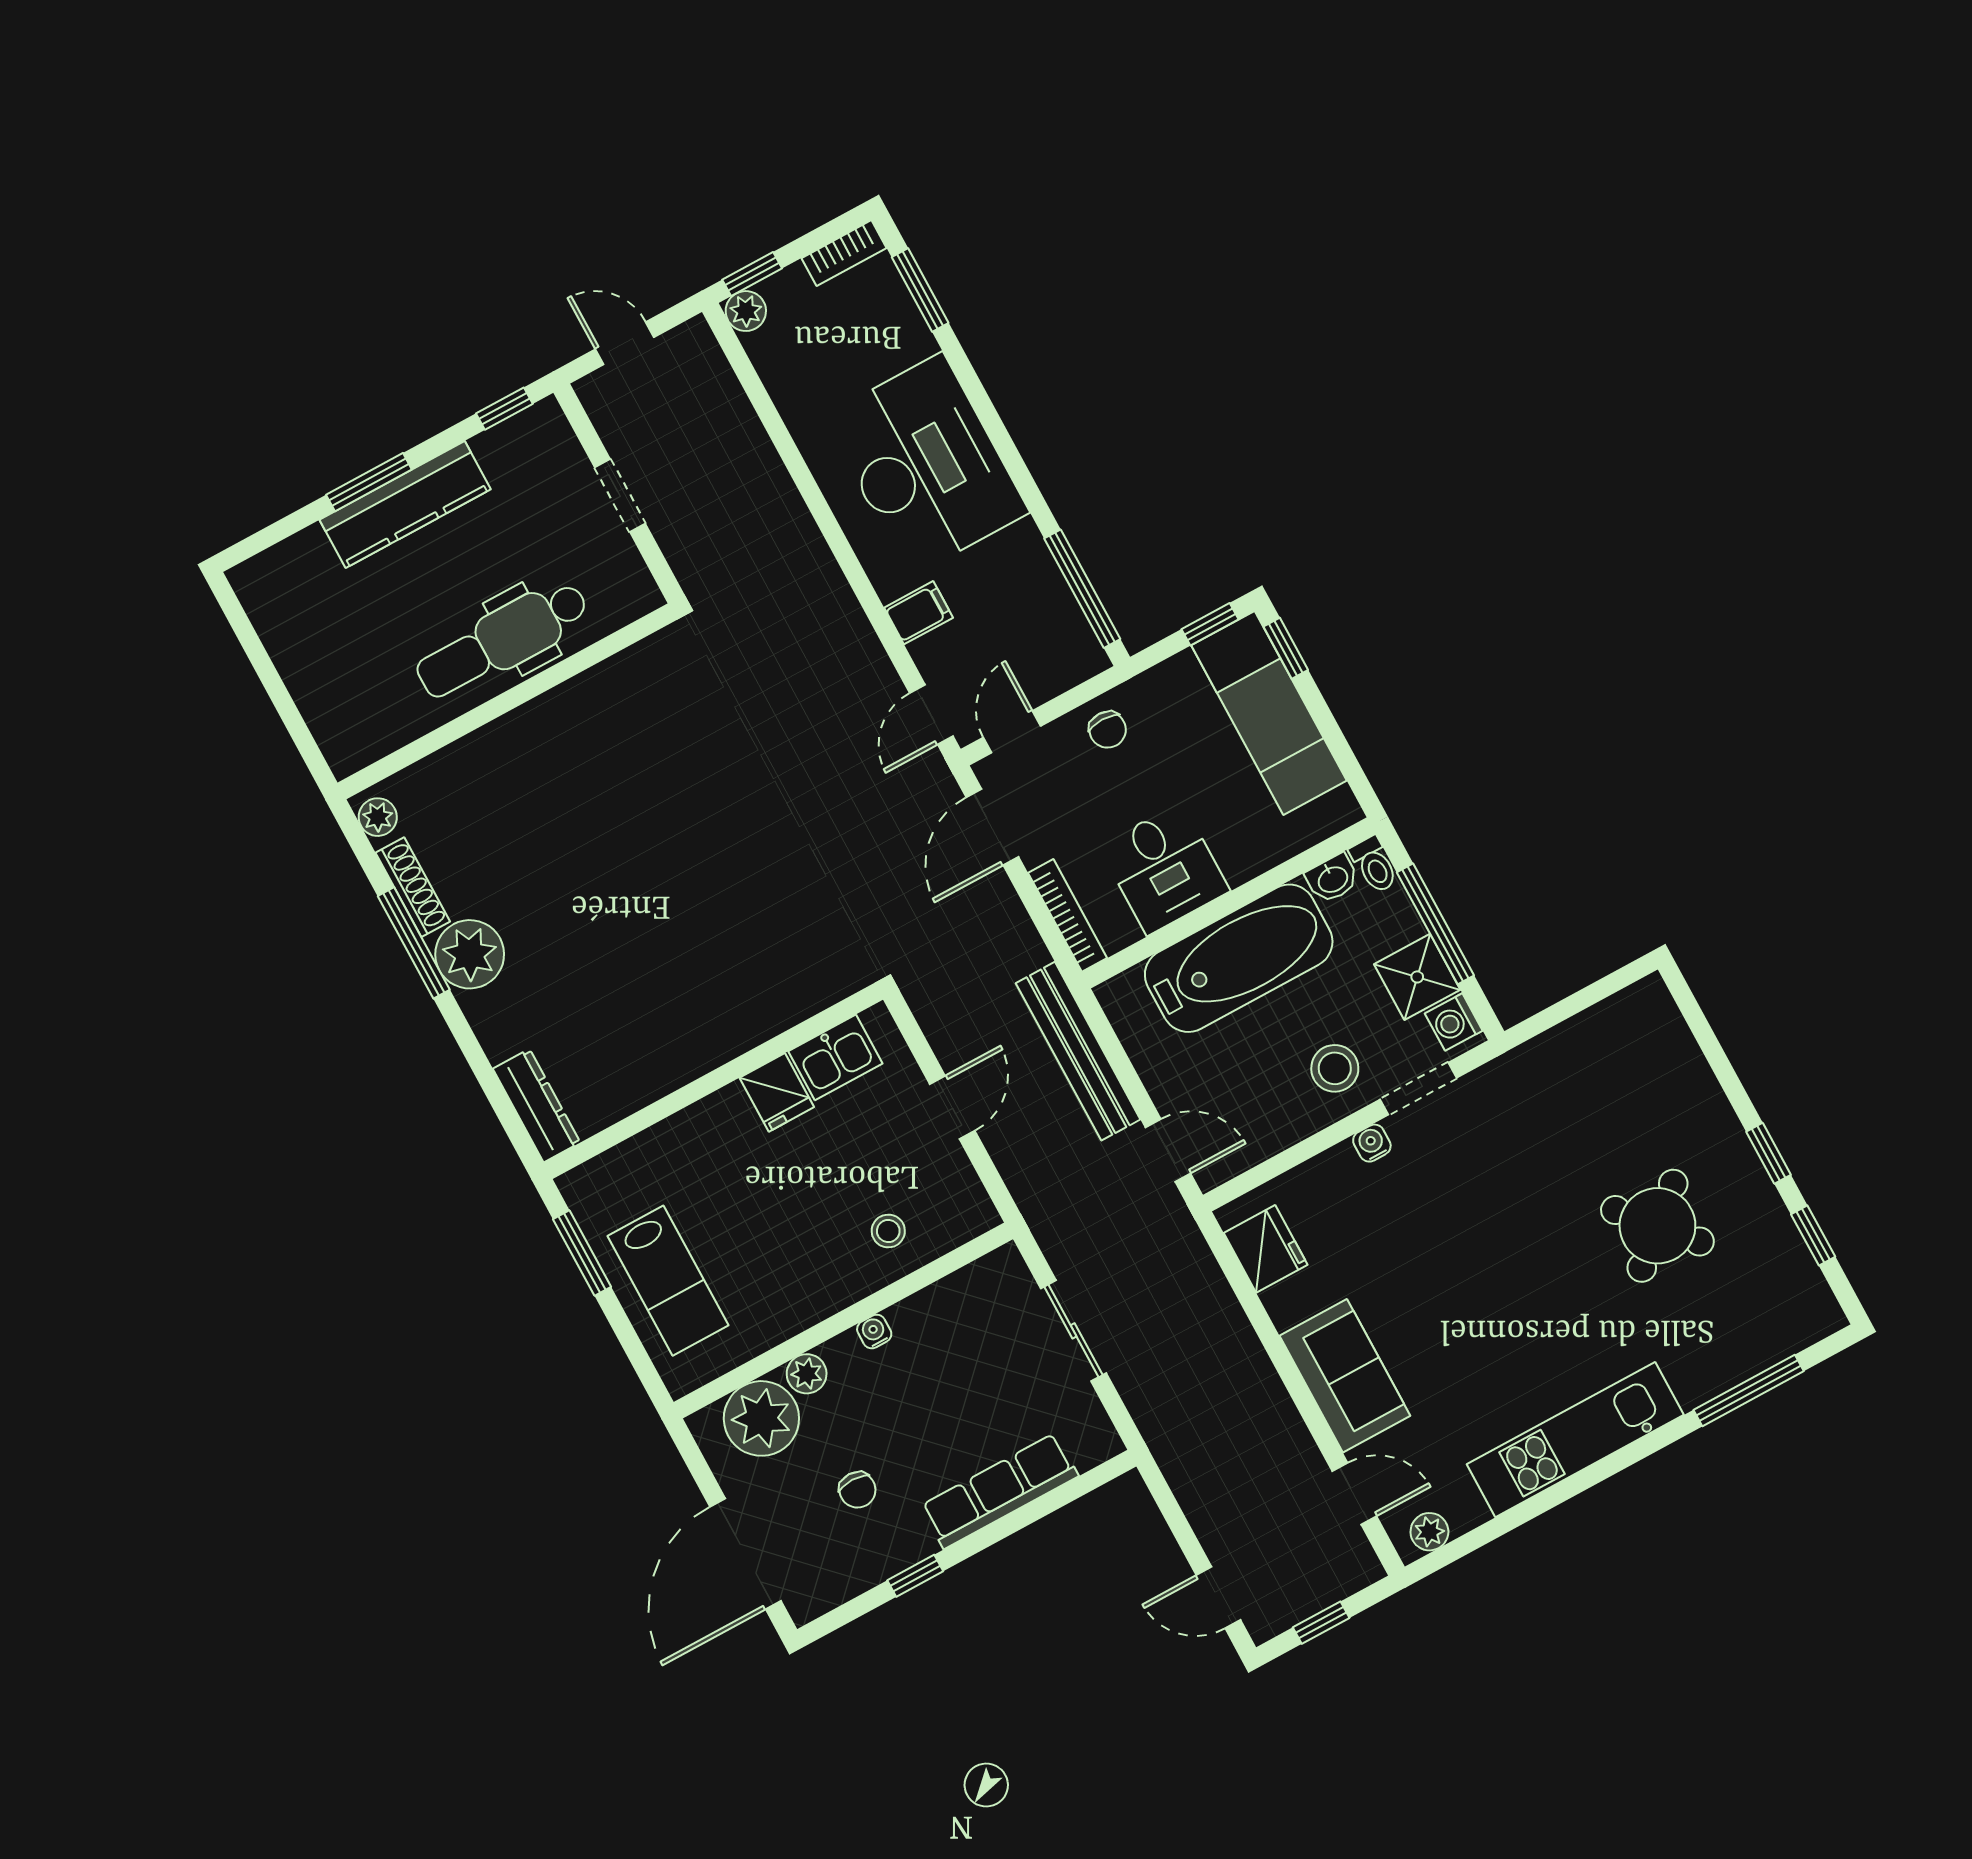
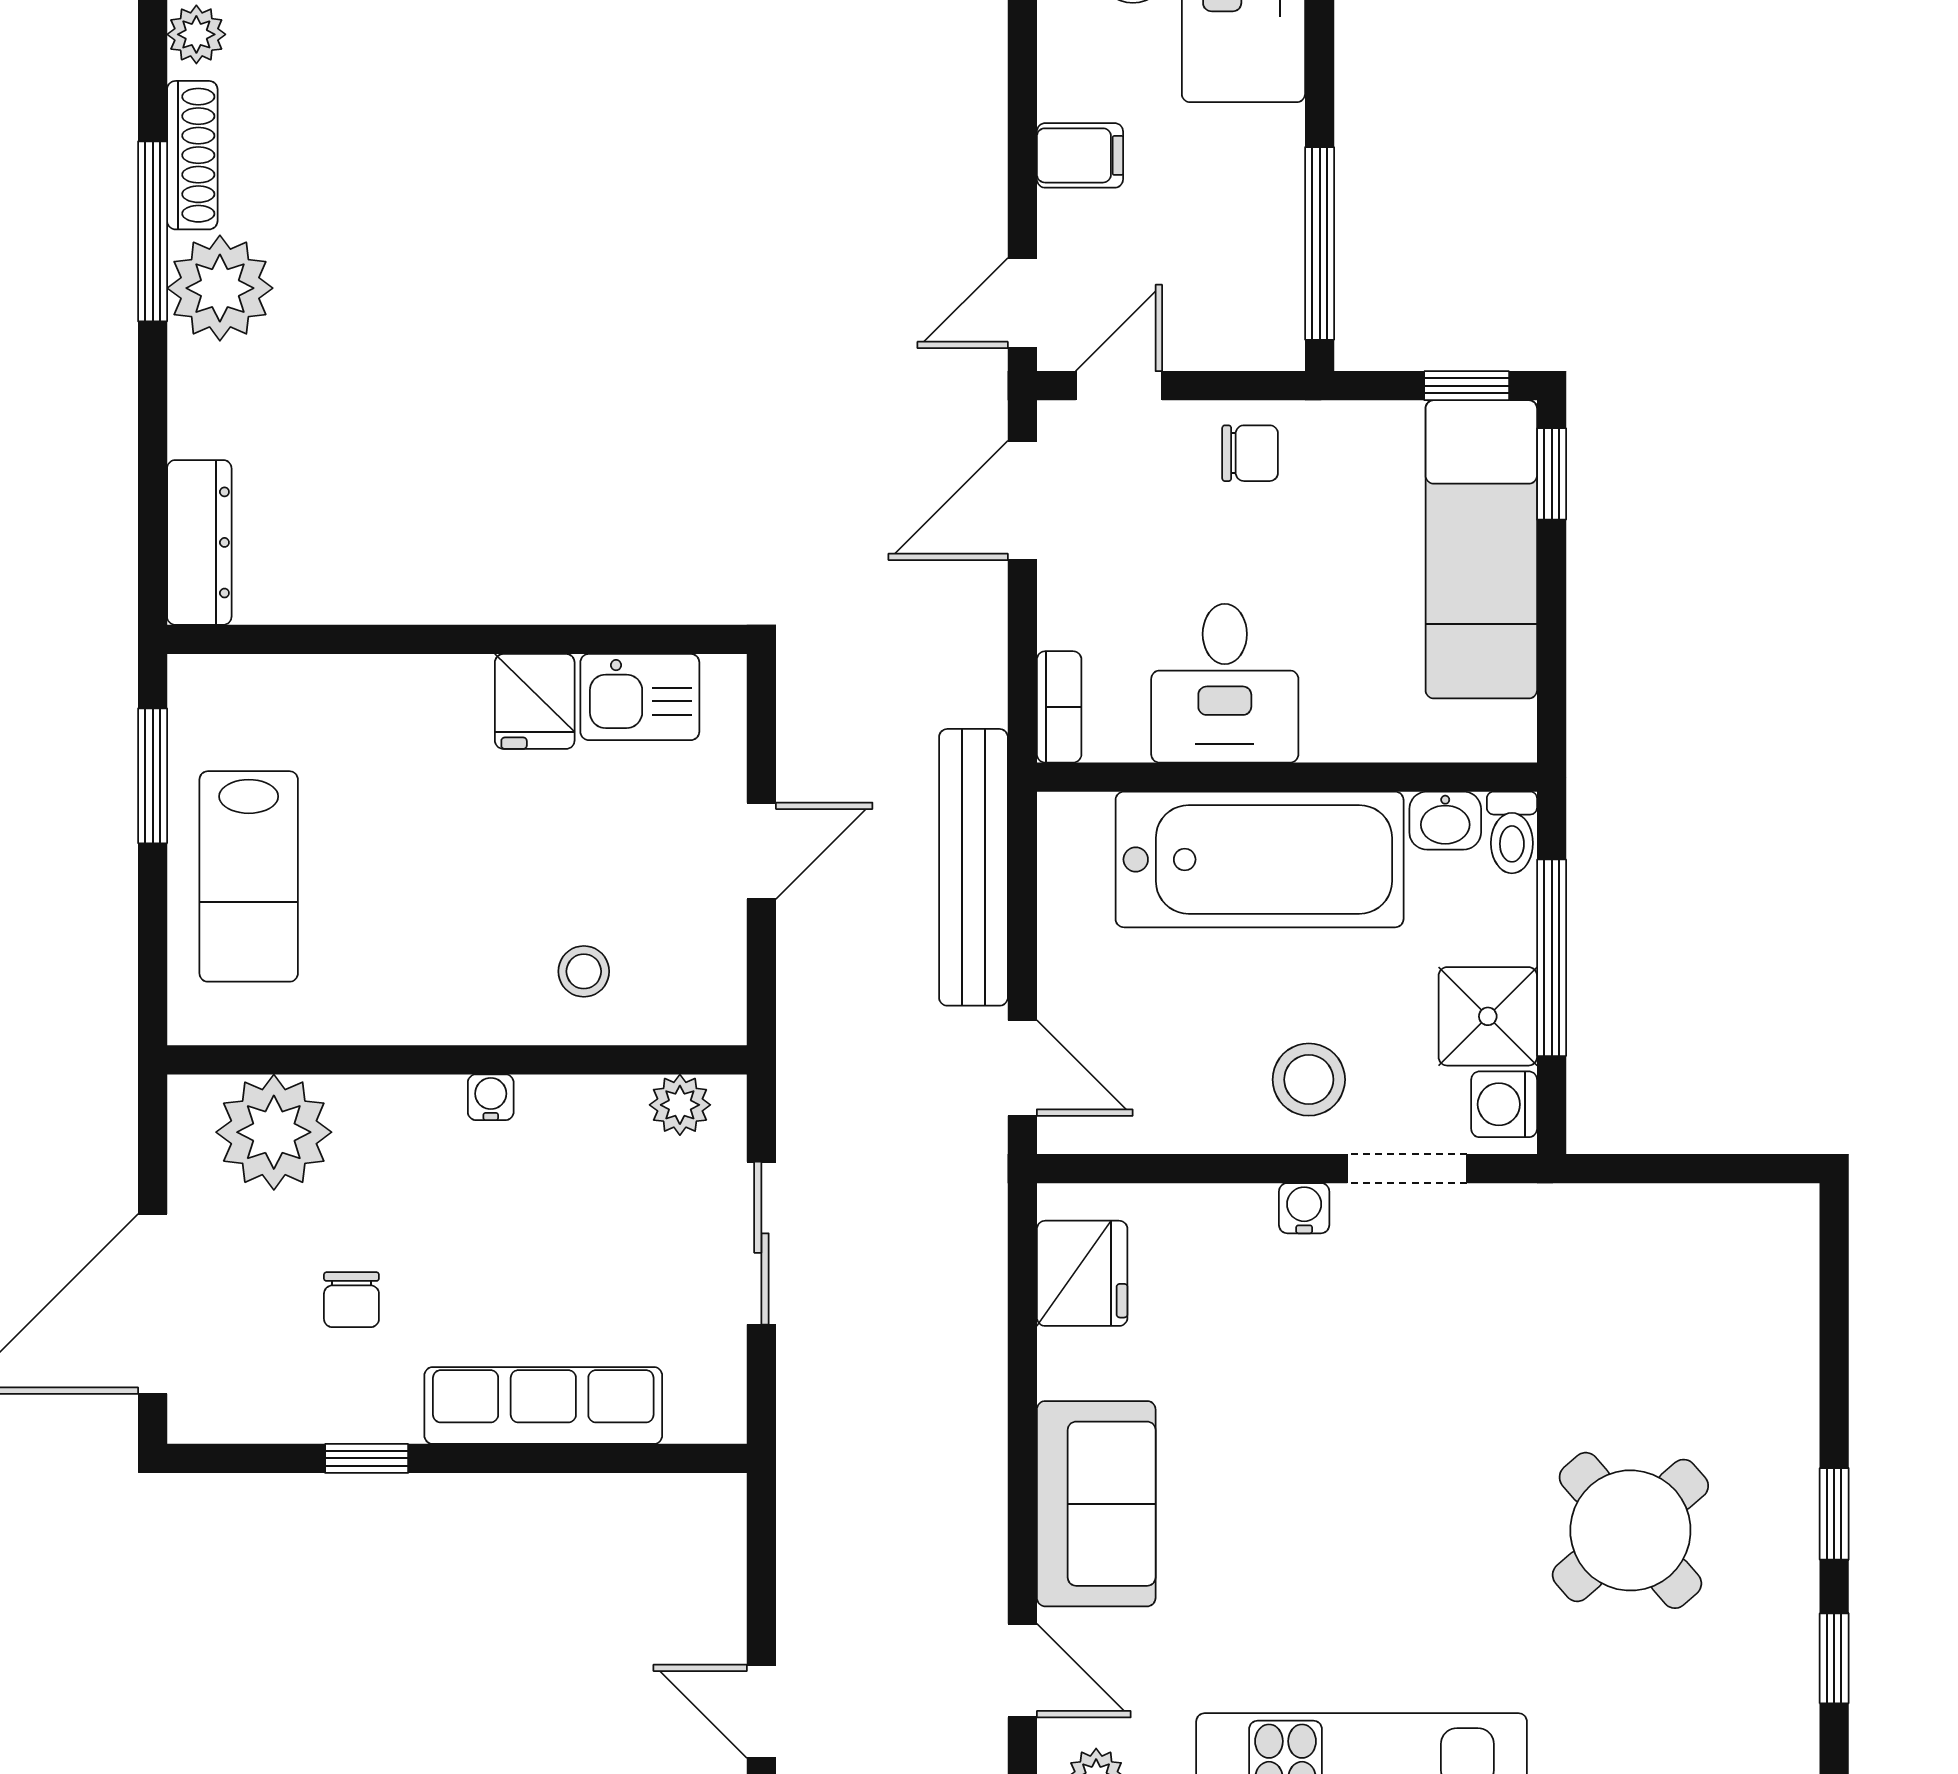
chair: (1108, 730) -> (1250, 453), turned -90
bookcase: (1068, 915) -> (1059, 707), width x0.64
plant: (807, 1374) -> (680, 1105), moved

